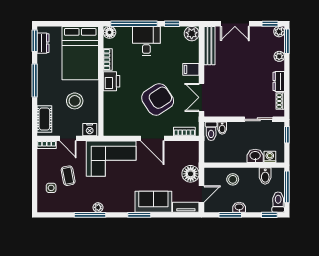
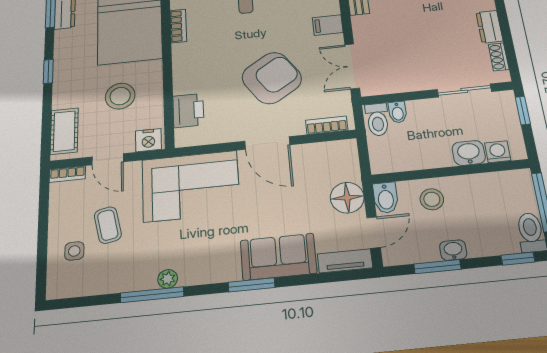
window: (35, 81) -> (48, 71), width x0.46
printer: (111, 81) -> (188, 111), moved
bidet: (265, 176) -> (386, 198), moved

